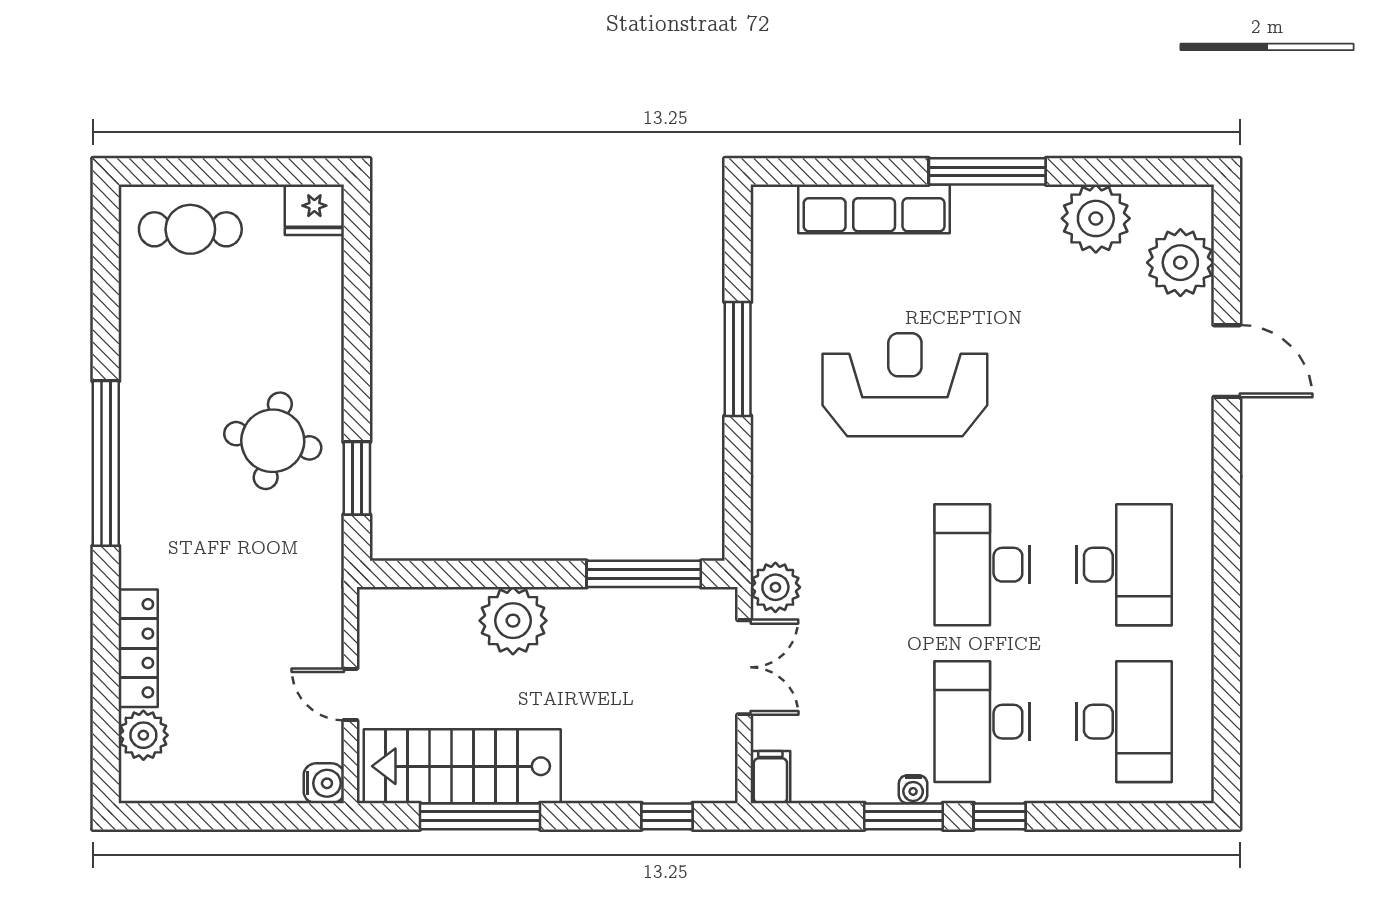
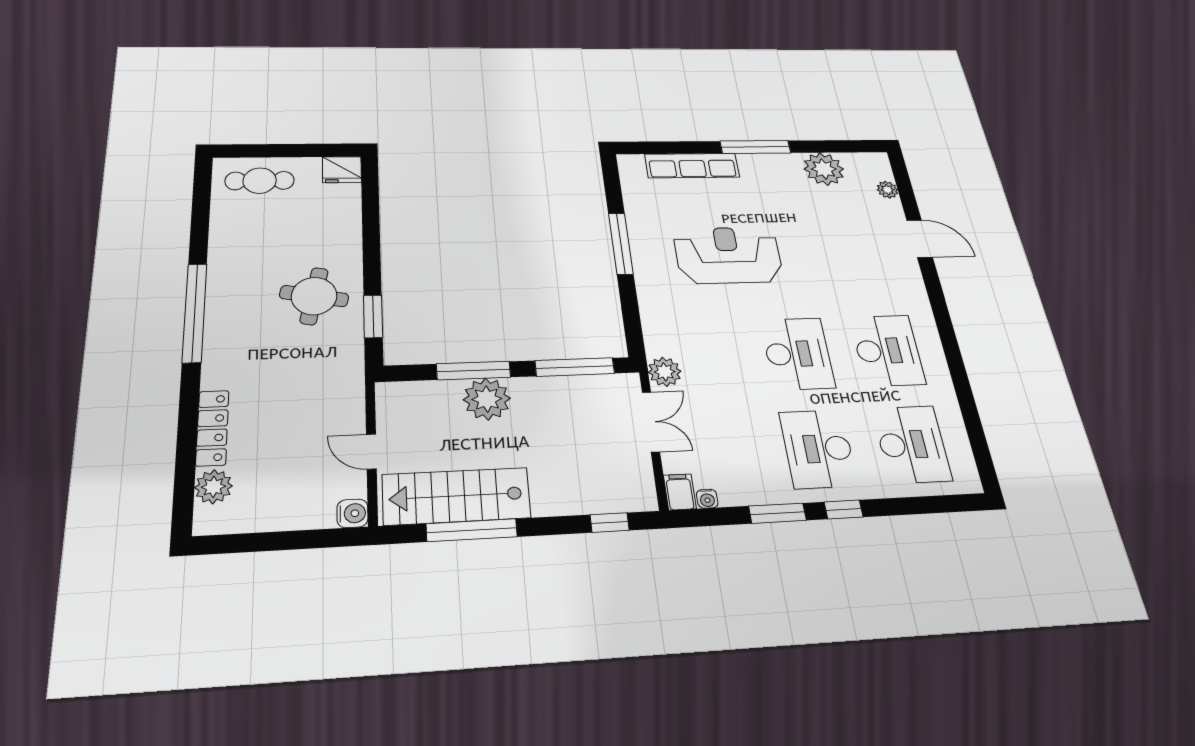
plant: (1180, 263) -> (887, 190), width x0.53, depth x0.53
desk: (982, 565) -> (798, 354), turned 180
window: (497, 574) -> (473, 371), added
water cooler: (913, 789) -> (707, 499), moved

